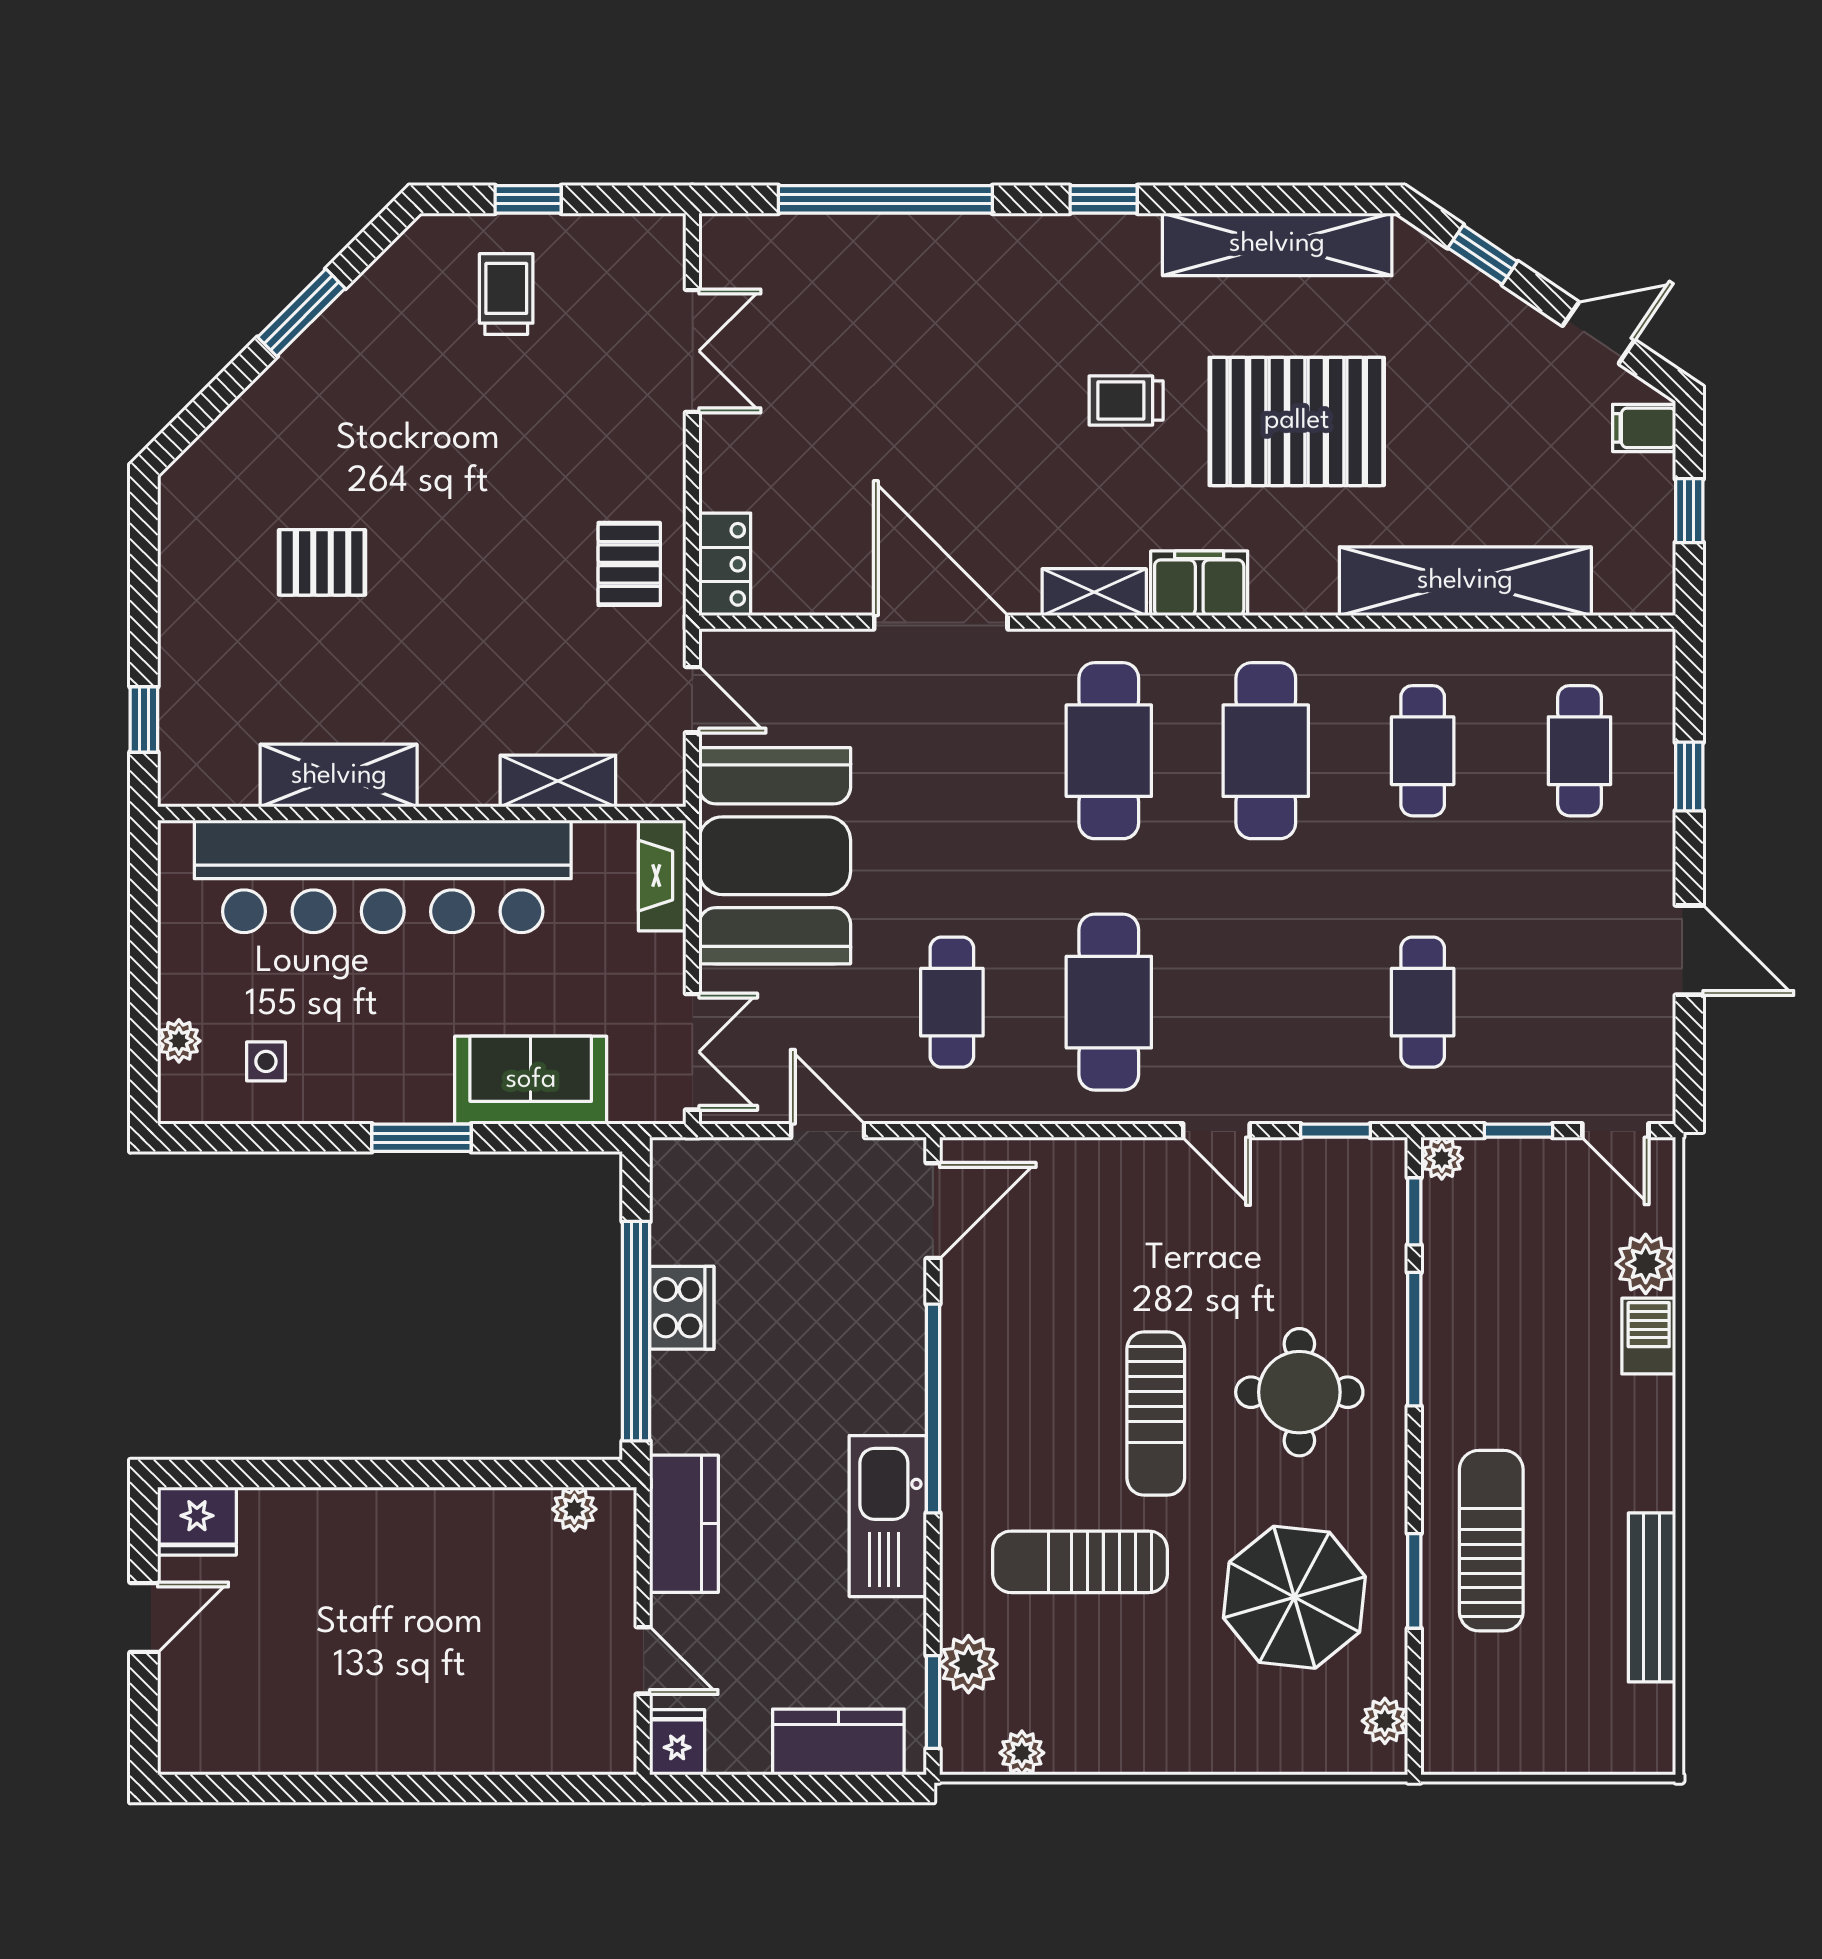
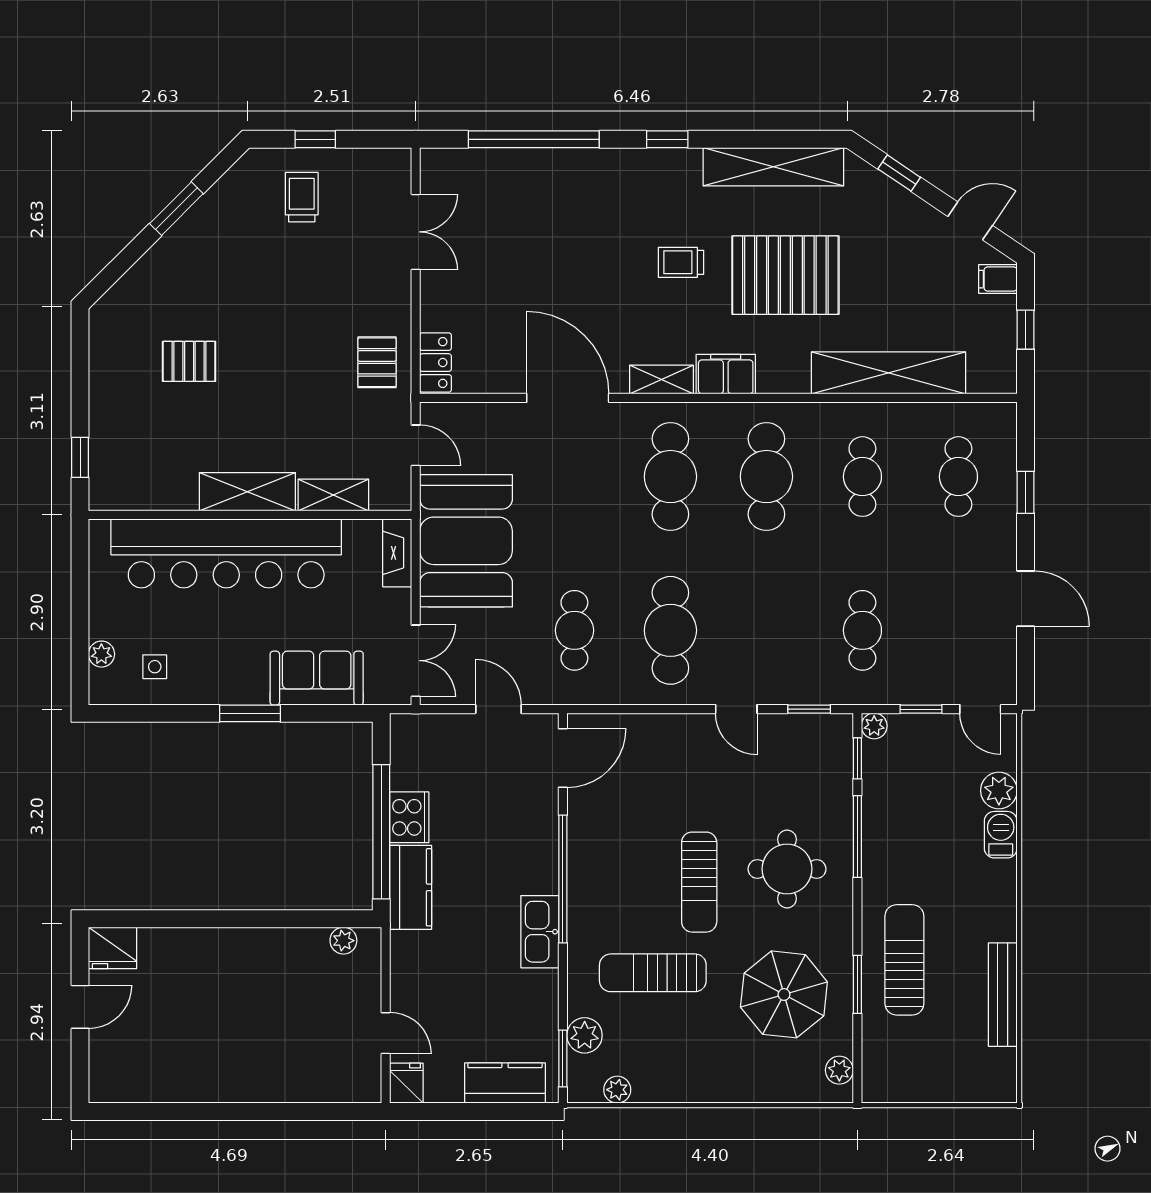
shelving: (339, 776) -> (247, 492), moved
kitchen sink: (888, 1516) -> (540, 932), width x0.73, depth x0.81
kitchen counter: (684, 1524) -> (411, 887), moved

